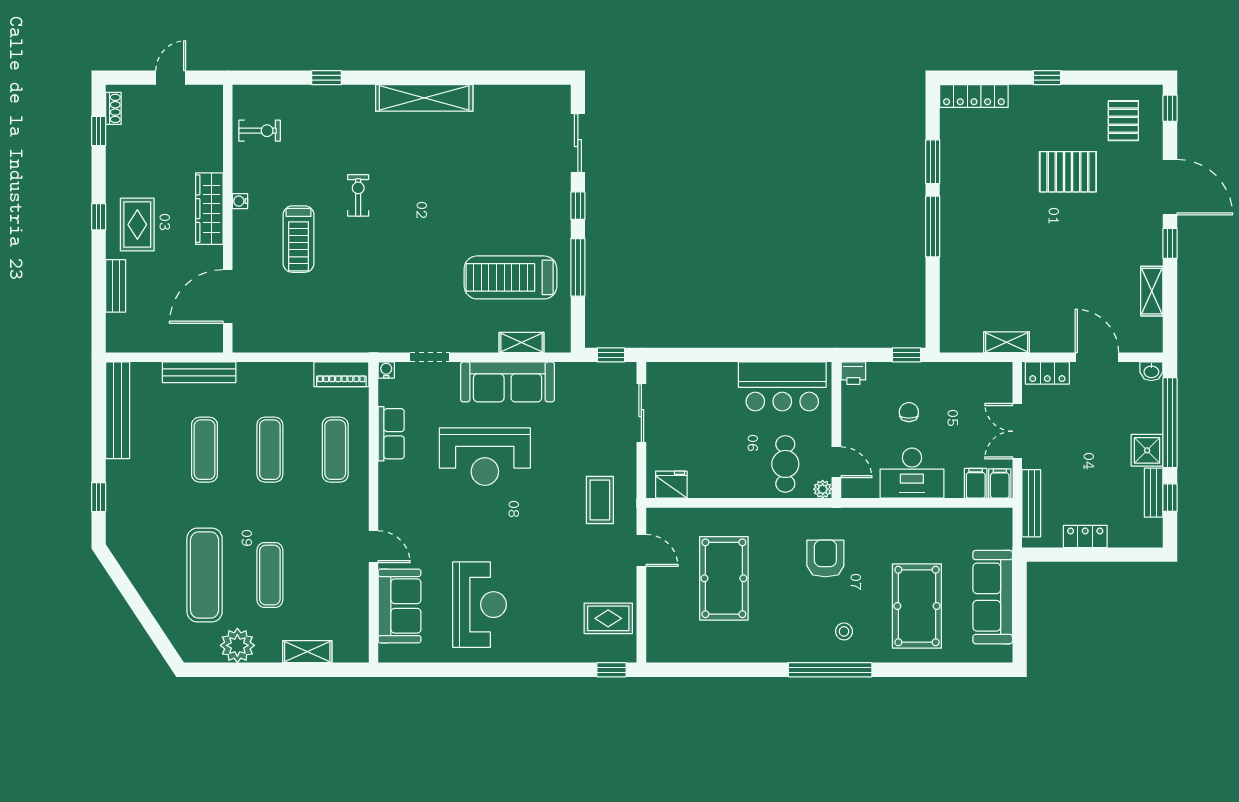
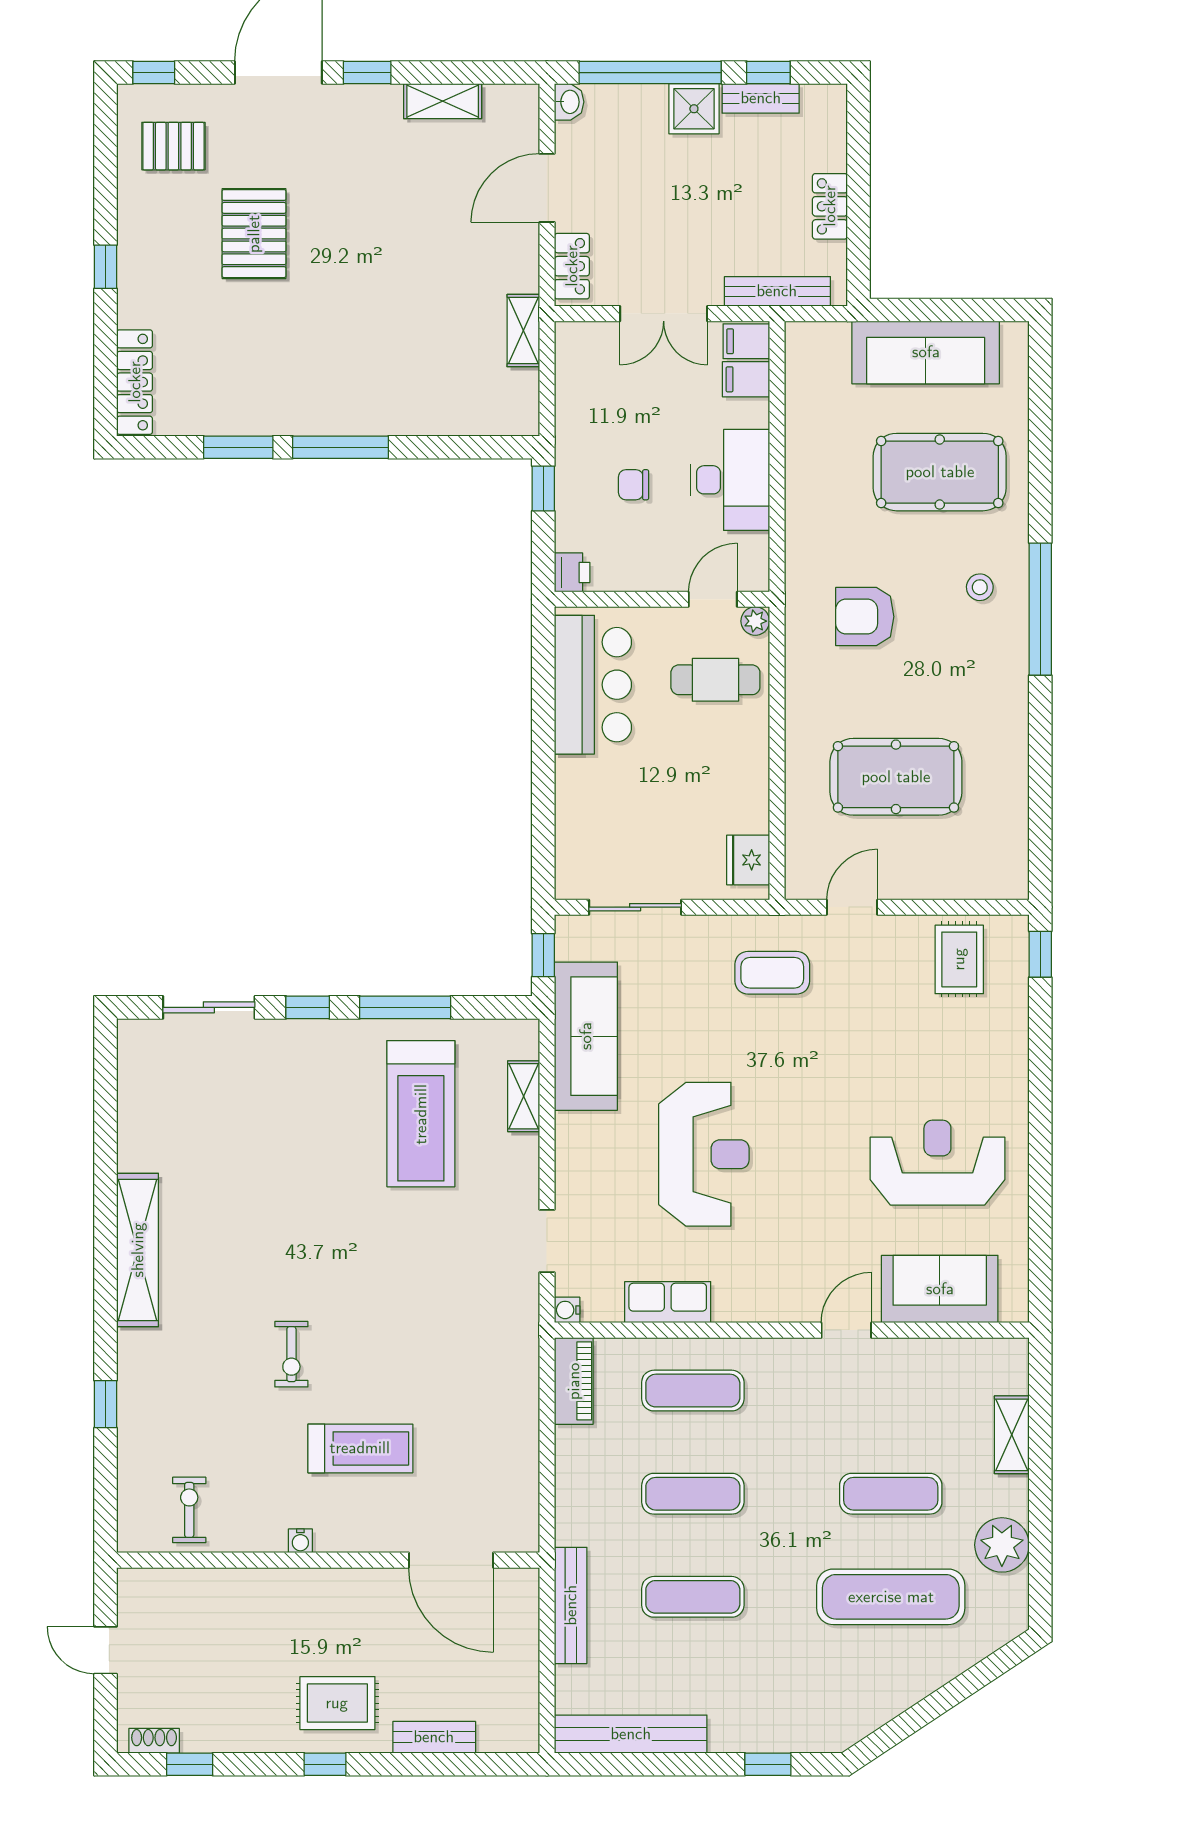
exercise bike: (358, 195) -> (291, 1354), turned -90
wardrobe: (209, 209) -> (312, 1589), removed
sofa: (508, 382) -> (586, 1036), moved

